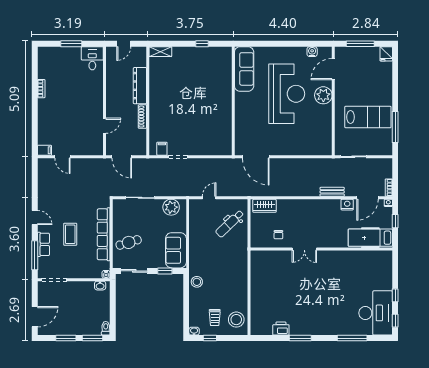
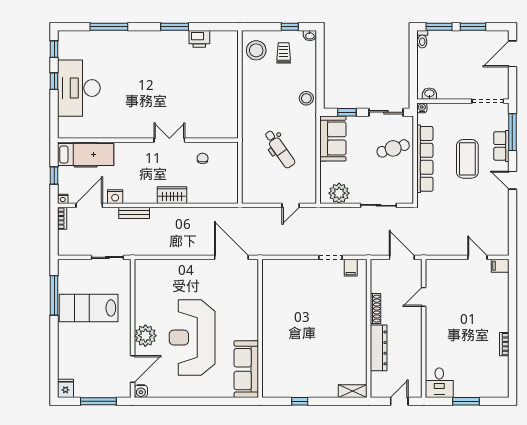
water cooler: (312, 52) -> (141, 391), moved
wardrobe: (264, 206) -> (172, 195), moved
dental chair: (230, 224) -> (280, 149), moved, turned 99
coffee table: (70, 234) -> (467, 159), width x1.36, depth x1.32
desk: (376, 313) -> (79, 88), moved

